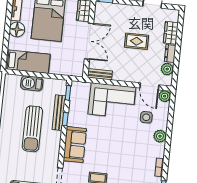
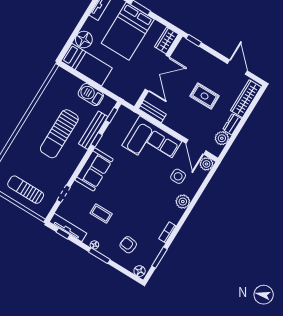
floor lamp: (17, 29) -> (84, 39), moved
wardrobe: (171, 33) -> (246, 99), width x1.50
barbecue: (32, 83) -> (91, 95), moved

